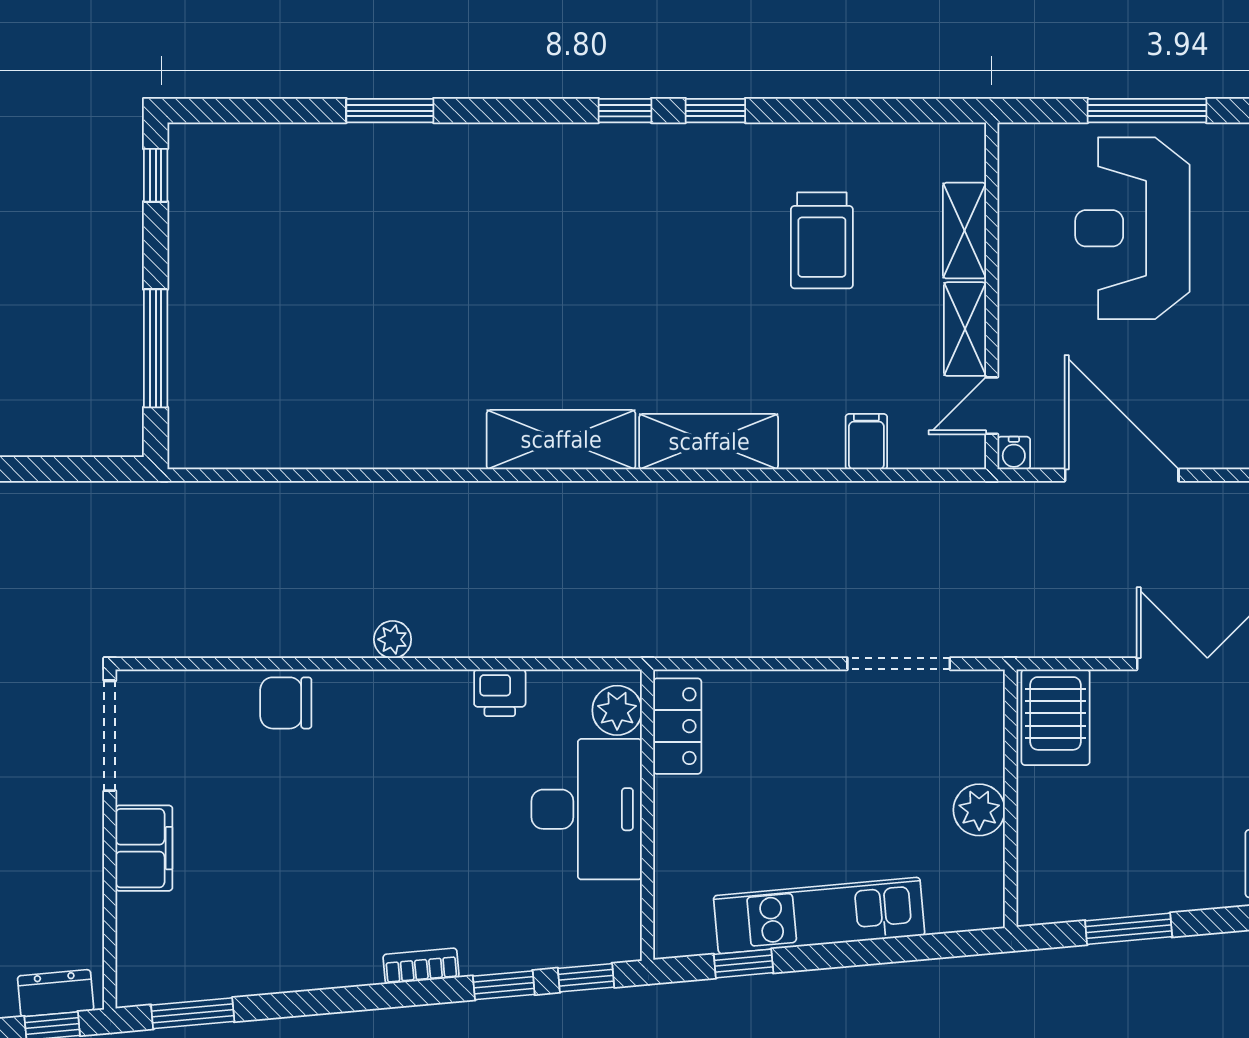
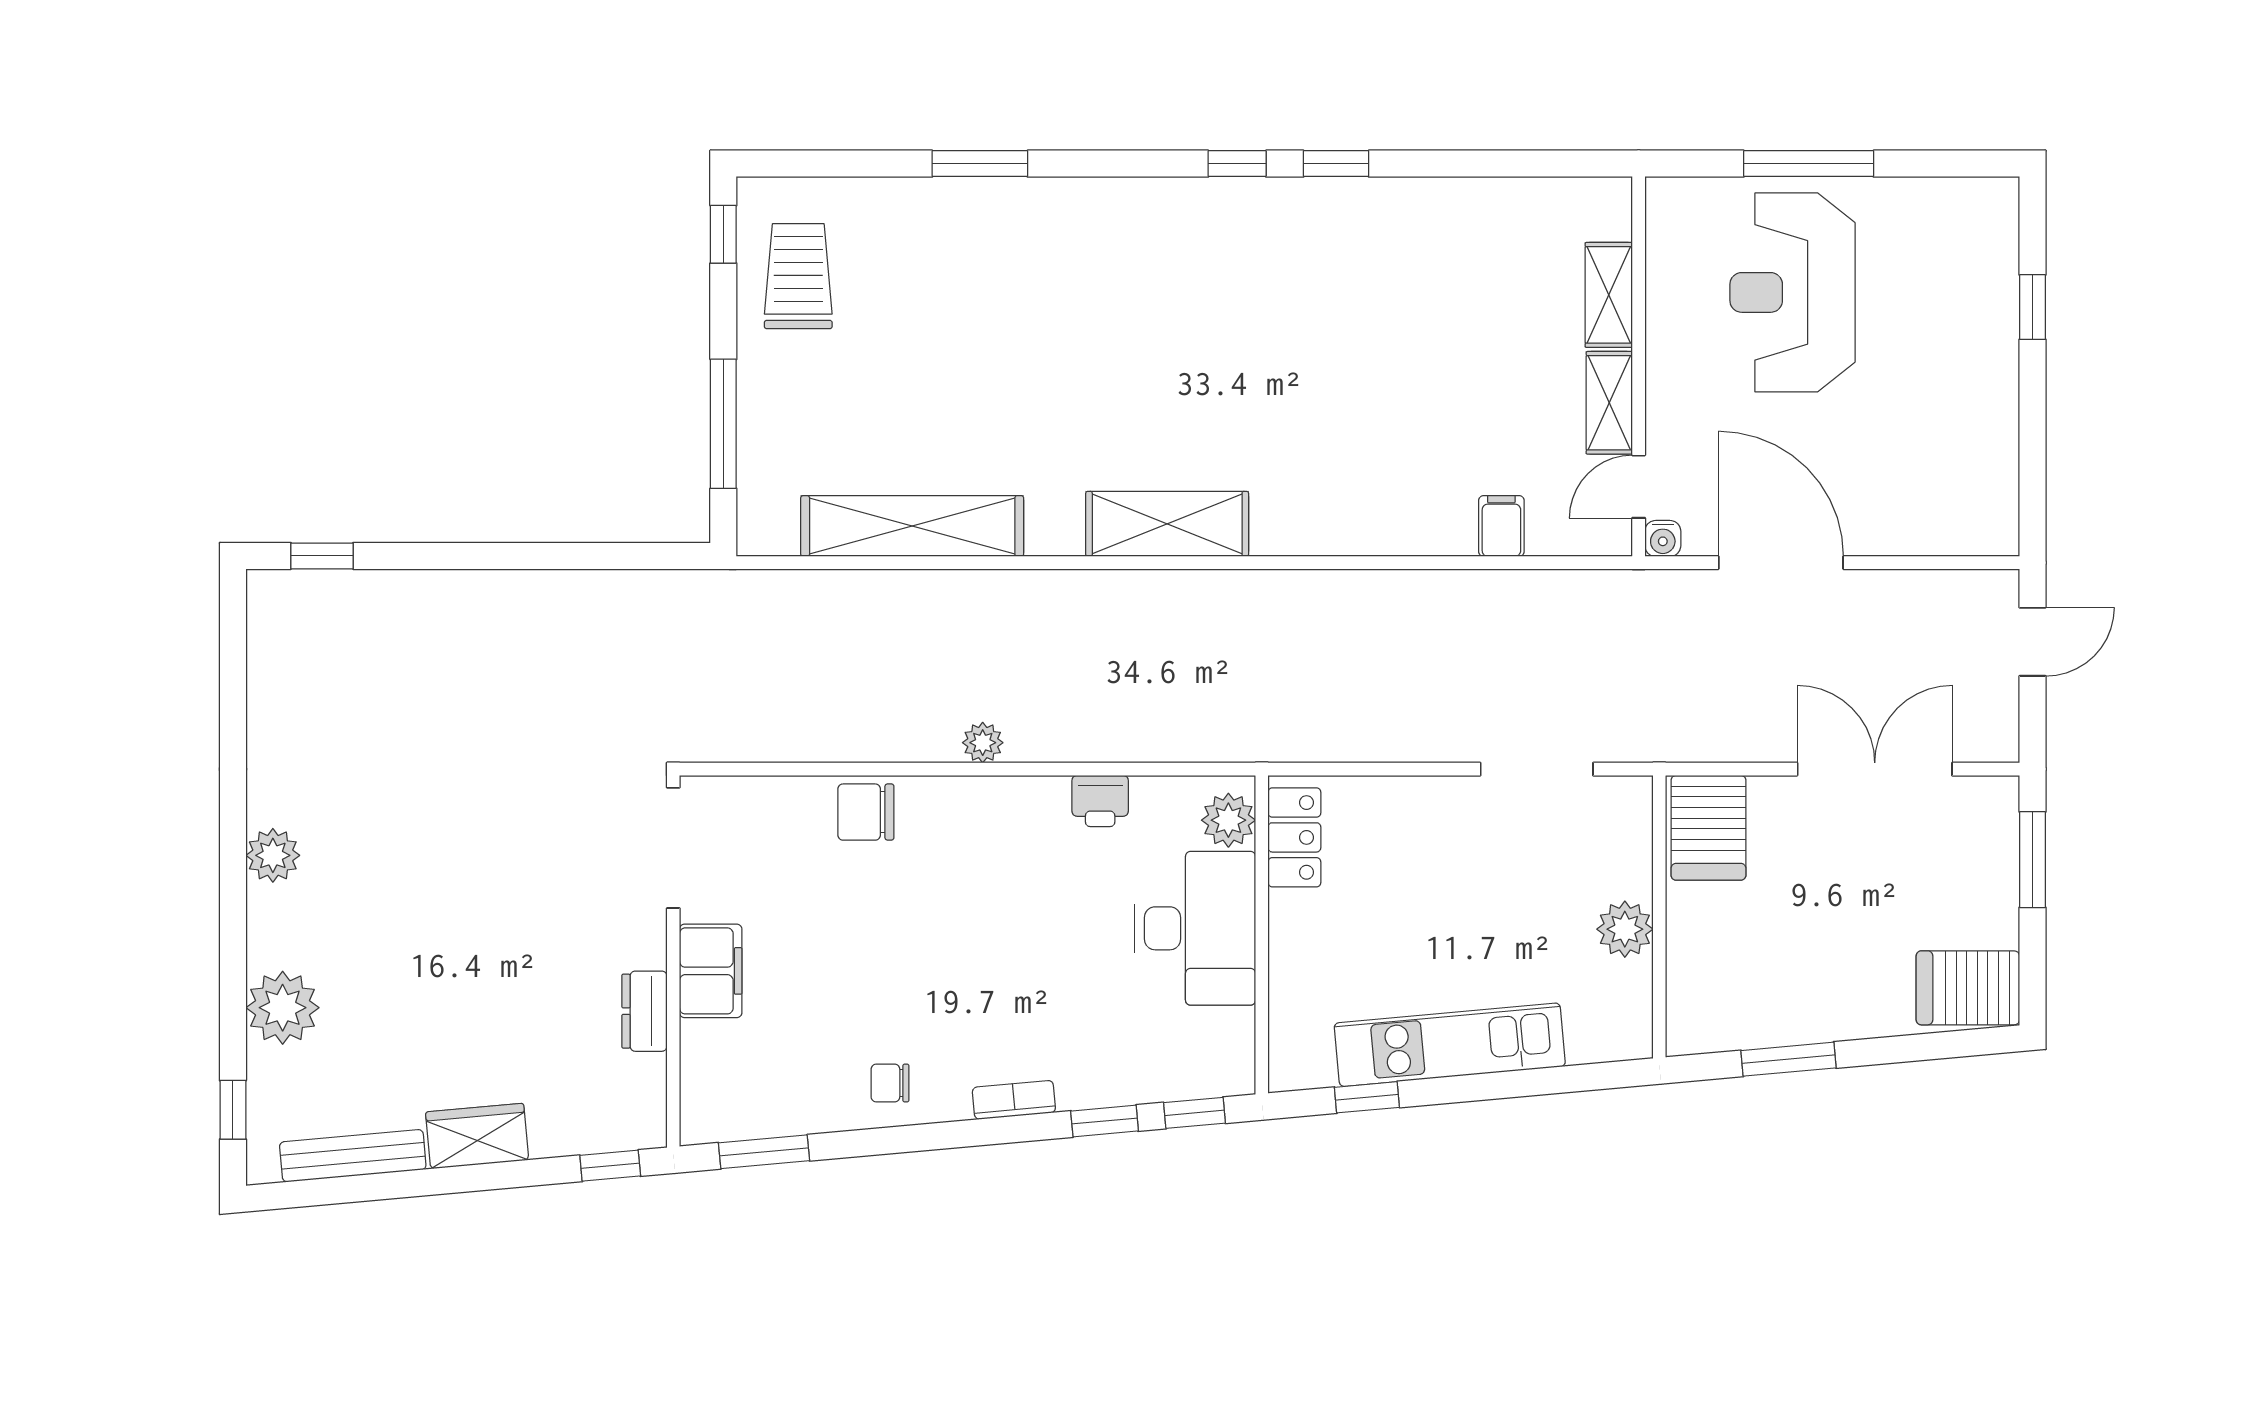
trolley: (822, 240) -> (798, 276), moved, turned 180
shelving: (709, 442) -> (912, 526), moved, width x1.47
chair: (308, 951) -> (890, 1083), added
dresser: (56, 993) -> (644, 1011), moved, turned -85

